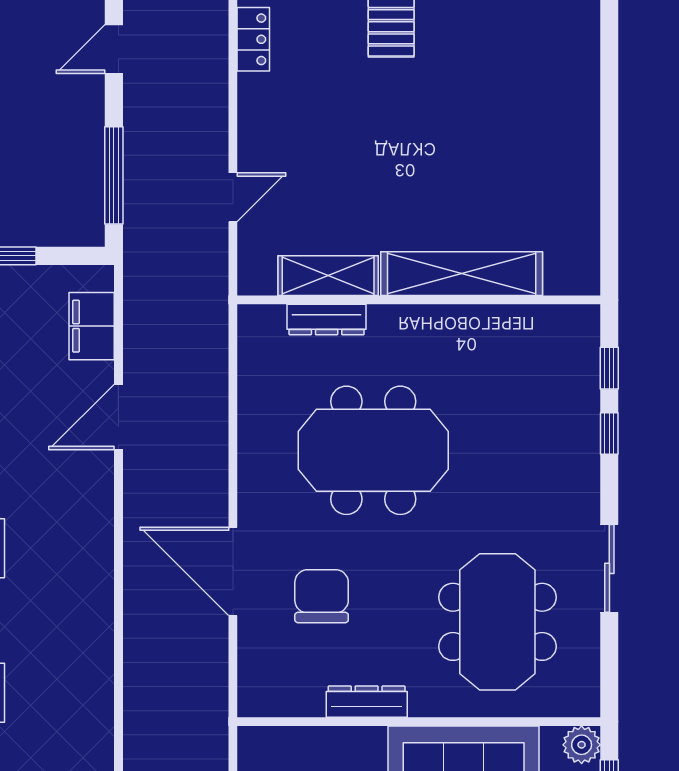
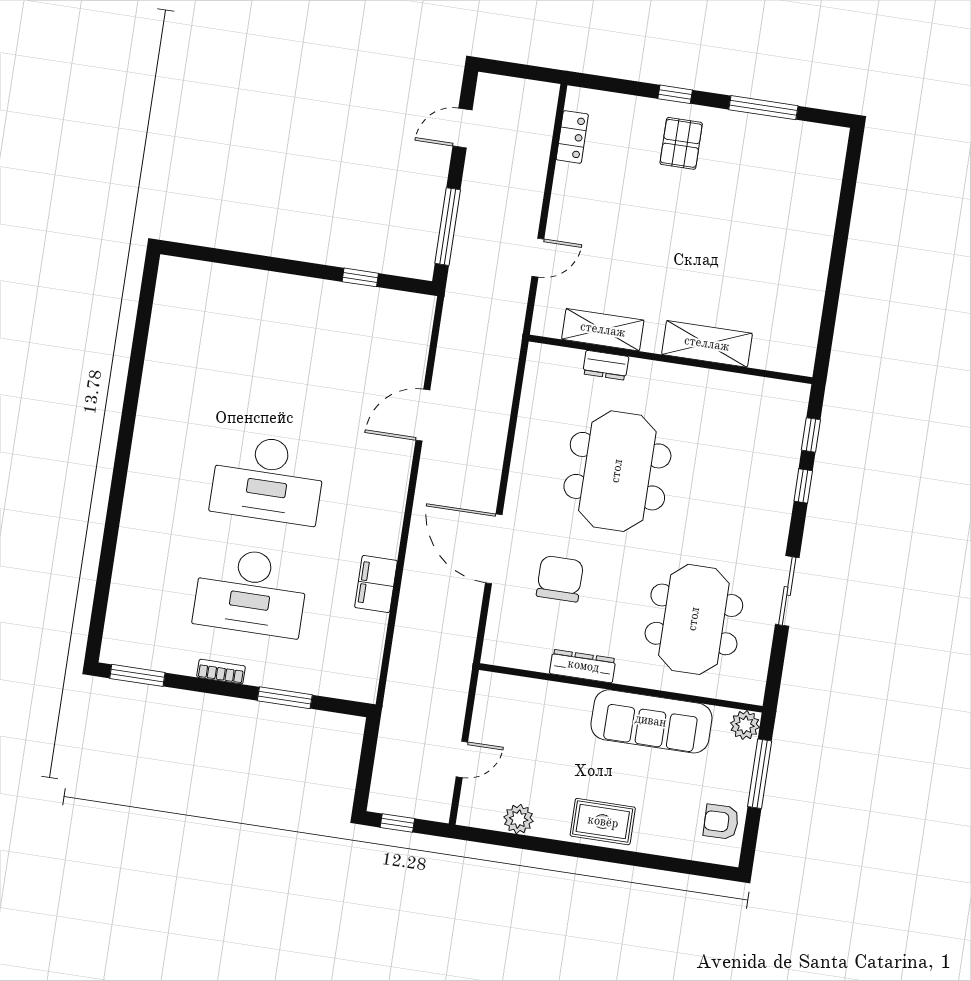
shelving: (462, 274) -> (707, 344), width x0.68
dresser: (327, 320) -> (606, 365), width x0.70
filing cabinet: (92, 326) -> (376, 584), moved
meeting table: (373, 450) -> (617, 471), turned 90

